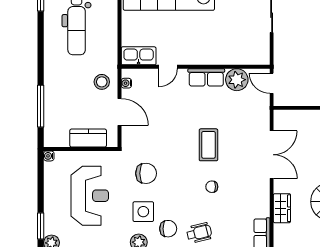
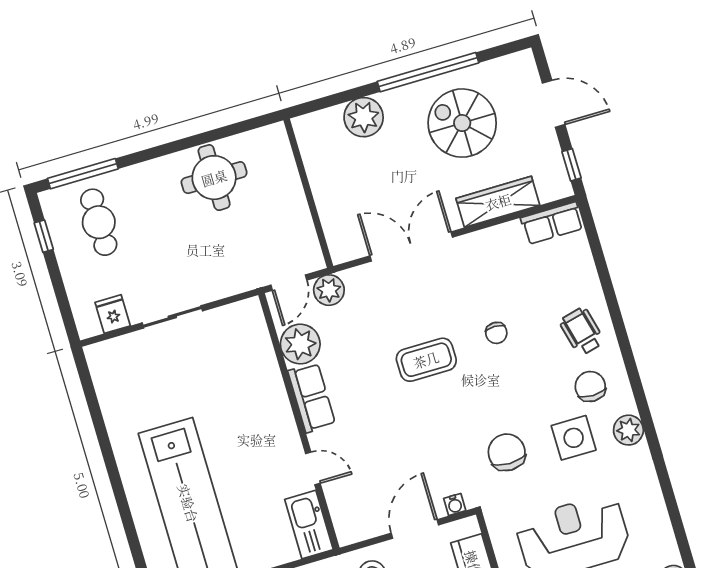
water cooler: (126, 83) -> (455, 504), moved
plant: (261, 104) -> (329, 290), added
wardrobe: (282, 208) -> (498, 202), width x1.50

